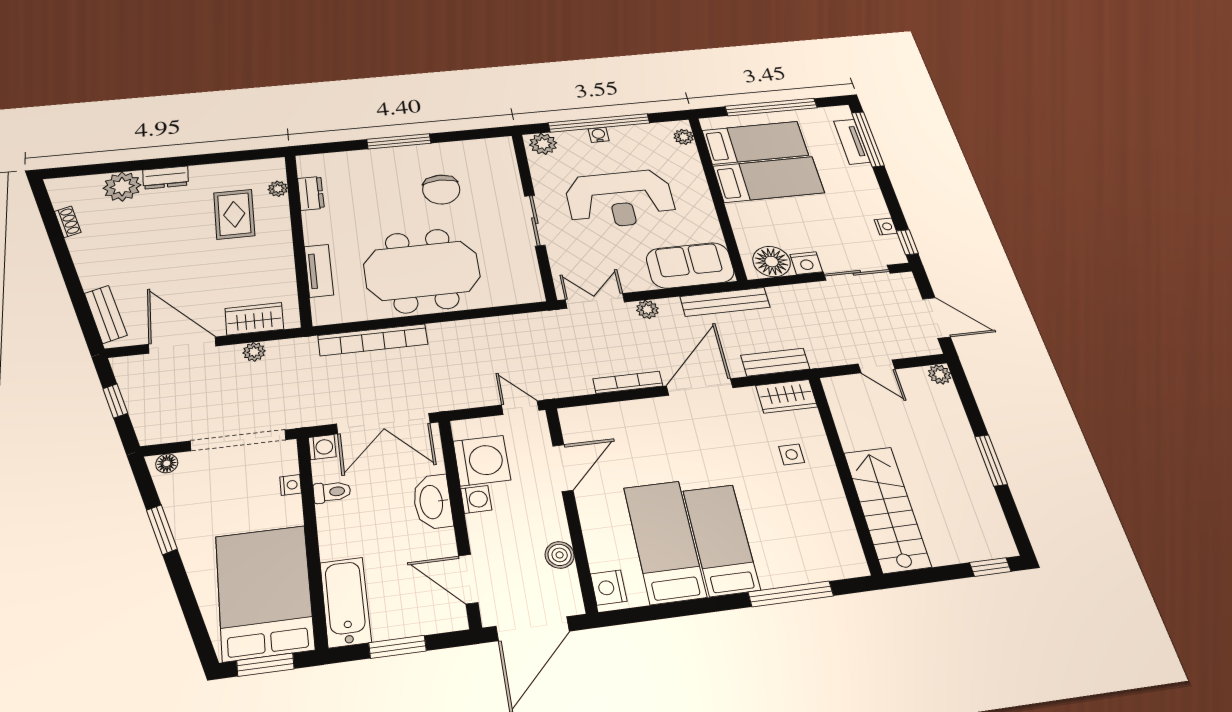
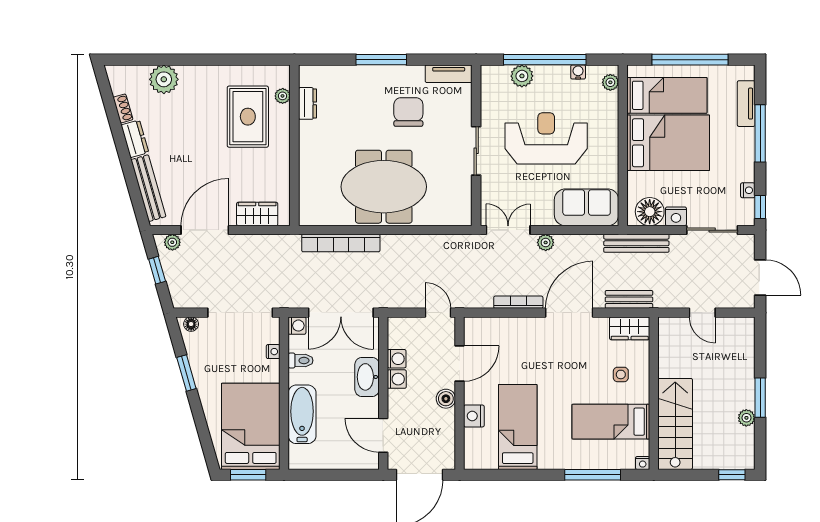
water cooler: (599, 135) -> (578, 72), moved
window: (868, 139) -> (760, 133), moved
plant: (543, 144) -> (522, 76), moved
dresser: (166, 178) -> (135, 139), moved, turned -106
bed: (769, 179) -> (668, 143), width x1.50
chair: (441, 189) -> (408, 112), turned 180
reception desk: (620, 199) -> (546, 138), turned 180
rug: (234, 214) -> (248, 117), width x1.36, depth x1.43
tv unit: (319, 271) -> (449, 74), moved, turned 90
bench: (725, 302) -> (636, 243), moved
bench: (106, 314) -> (148, 188), width x1.36
door: (182, 345) -> (205, 230), hinge flipped
plant: (254, 352) -> (172, 242), moved
plant: (940, 374) -> (746, 418), moved
washing machine: (482, 461) -> (397, 359), width x0.53, depth x0.53
bed: (721, 540) -> (611, 422), moved, turned -90
boiler: (560, 555) -> (446, 399), moved
nightstand: (858, 568) -> (643, 463), added
nightstand: (609, 587) -> (474, 416), moved
bathtub: (346, 602) -> (302, 414), moved
window: (397, 647) -> (332, 475), removed

